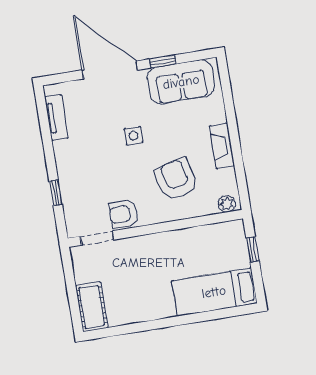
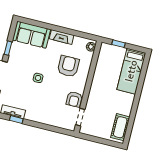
sofa: (181, 82) -> (31, 35), moved, turned 90
armchair: (176, 179) -> (68, 66), turned 104
window: (56, 193) -> (16, 120), moved
cot: (92, 307) -> (120, 127), moved, turned 90

